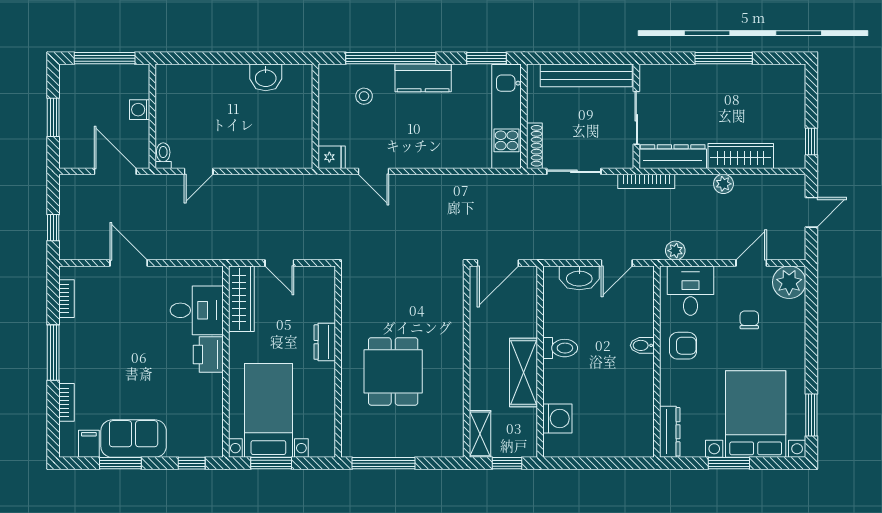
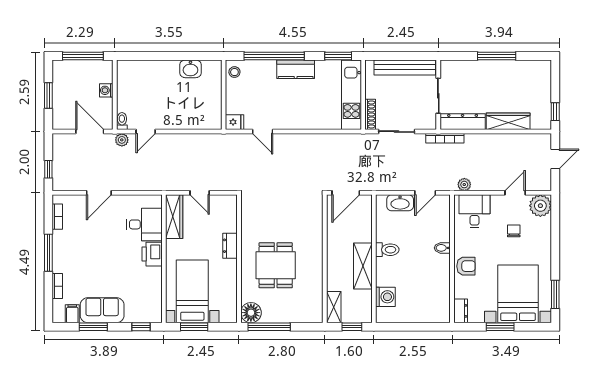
stool: (364, 96) -> (234, 72), moved
plant: (723, 184) -> (122, 140), moved
door: (129, 263) -> (99, 193), swing flipped
armchair: (683, 346) -> (466, 266), moved
dresser: (670, 432) -> (461, 311), width x0.70
floor lamp: (356, 442) -> (251, 313), added

